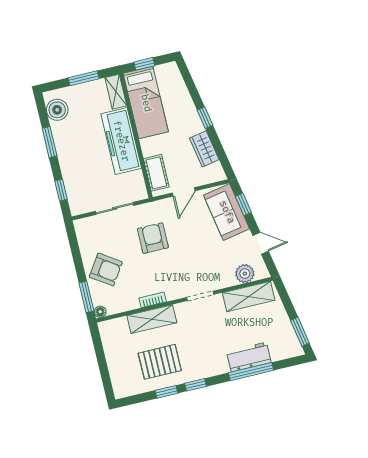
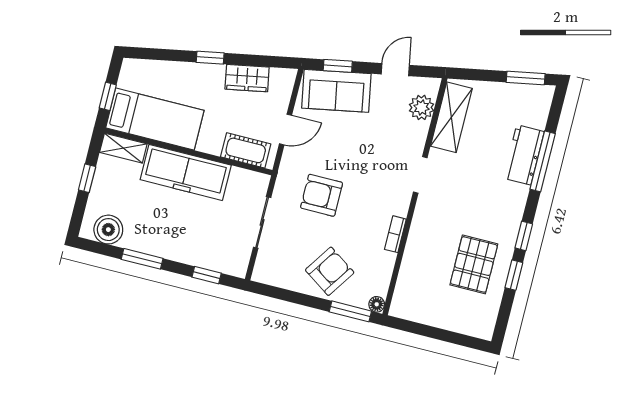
window: (84, 78) -> (87, 178), width x0.67
door: (184, 192) -> (286, 130), hinge flipped
shelving: (152, 319) -> (418, 247), removed

